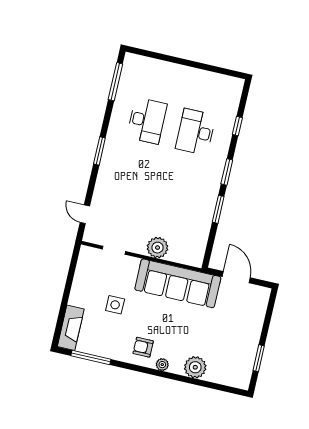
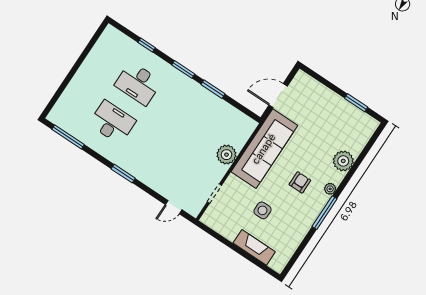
fireplace: (71, 328) -> (254, 247), moved
armchair: (143, 347) -> (300, 182), moved, turned 180
window: (91, 358) -> (325, 213), moved

